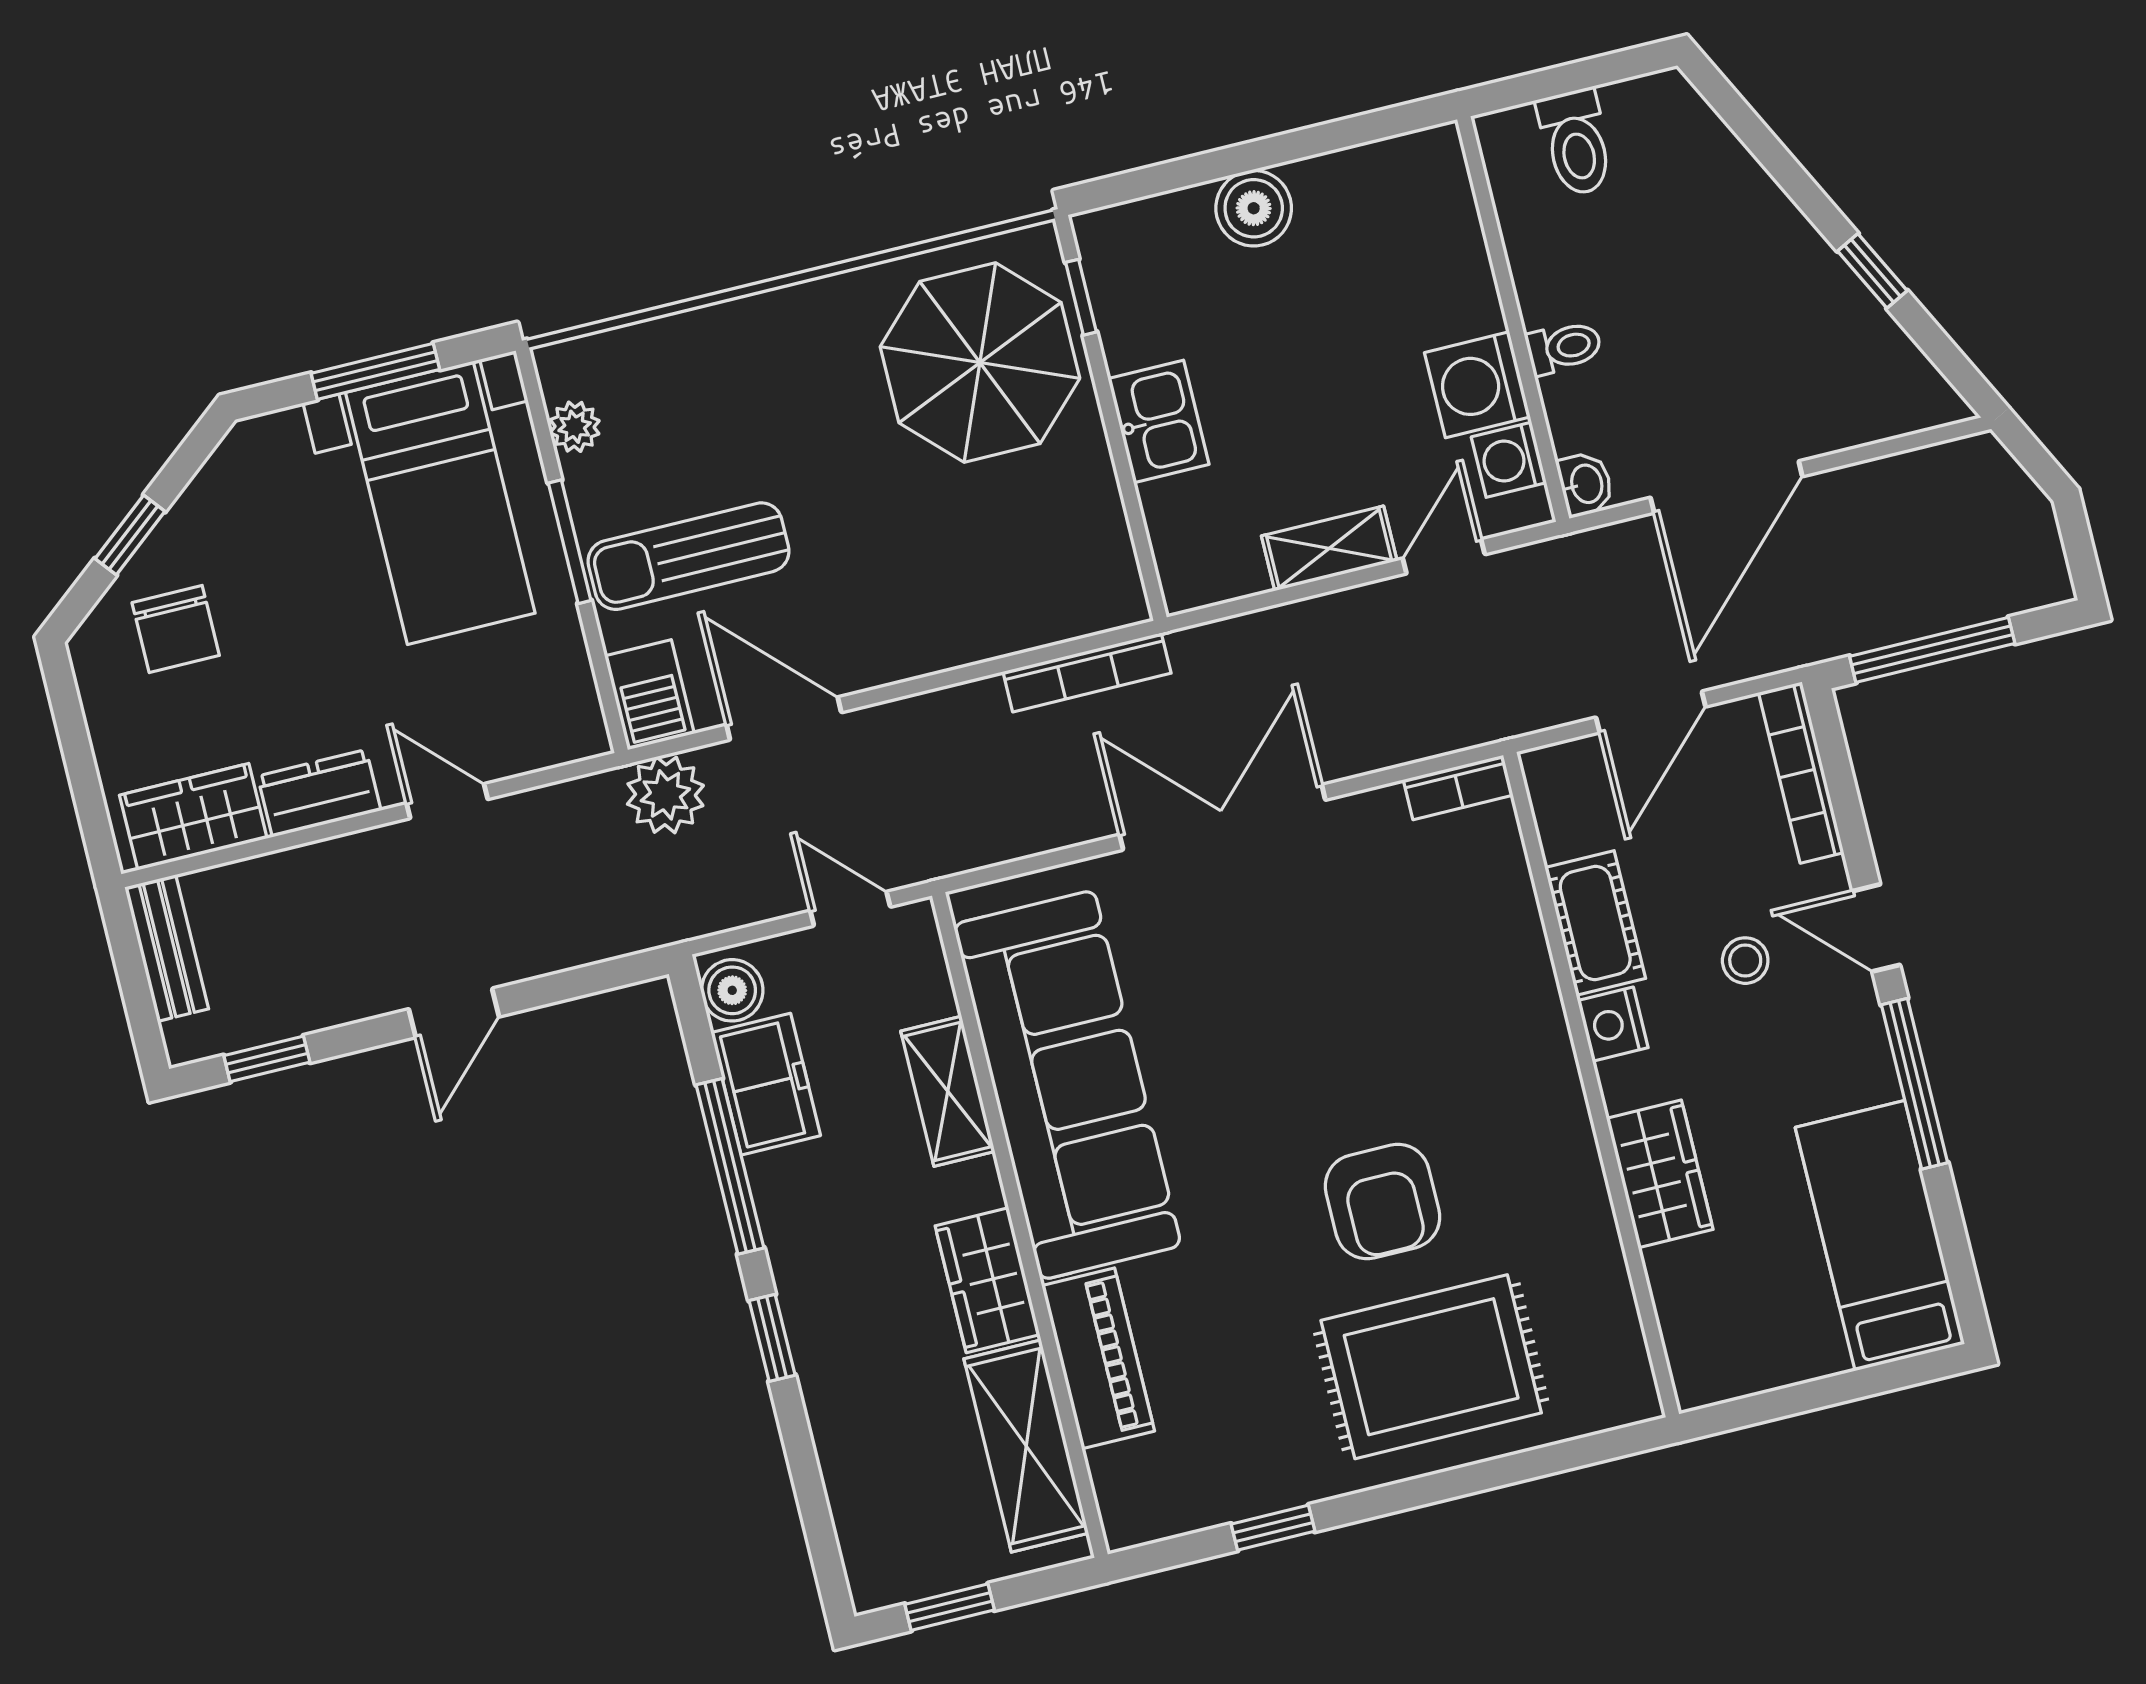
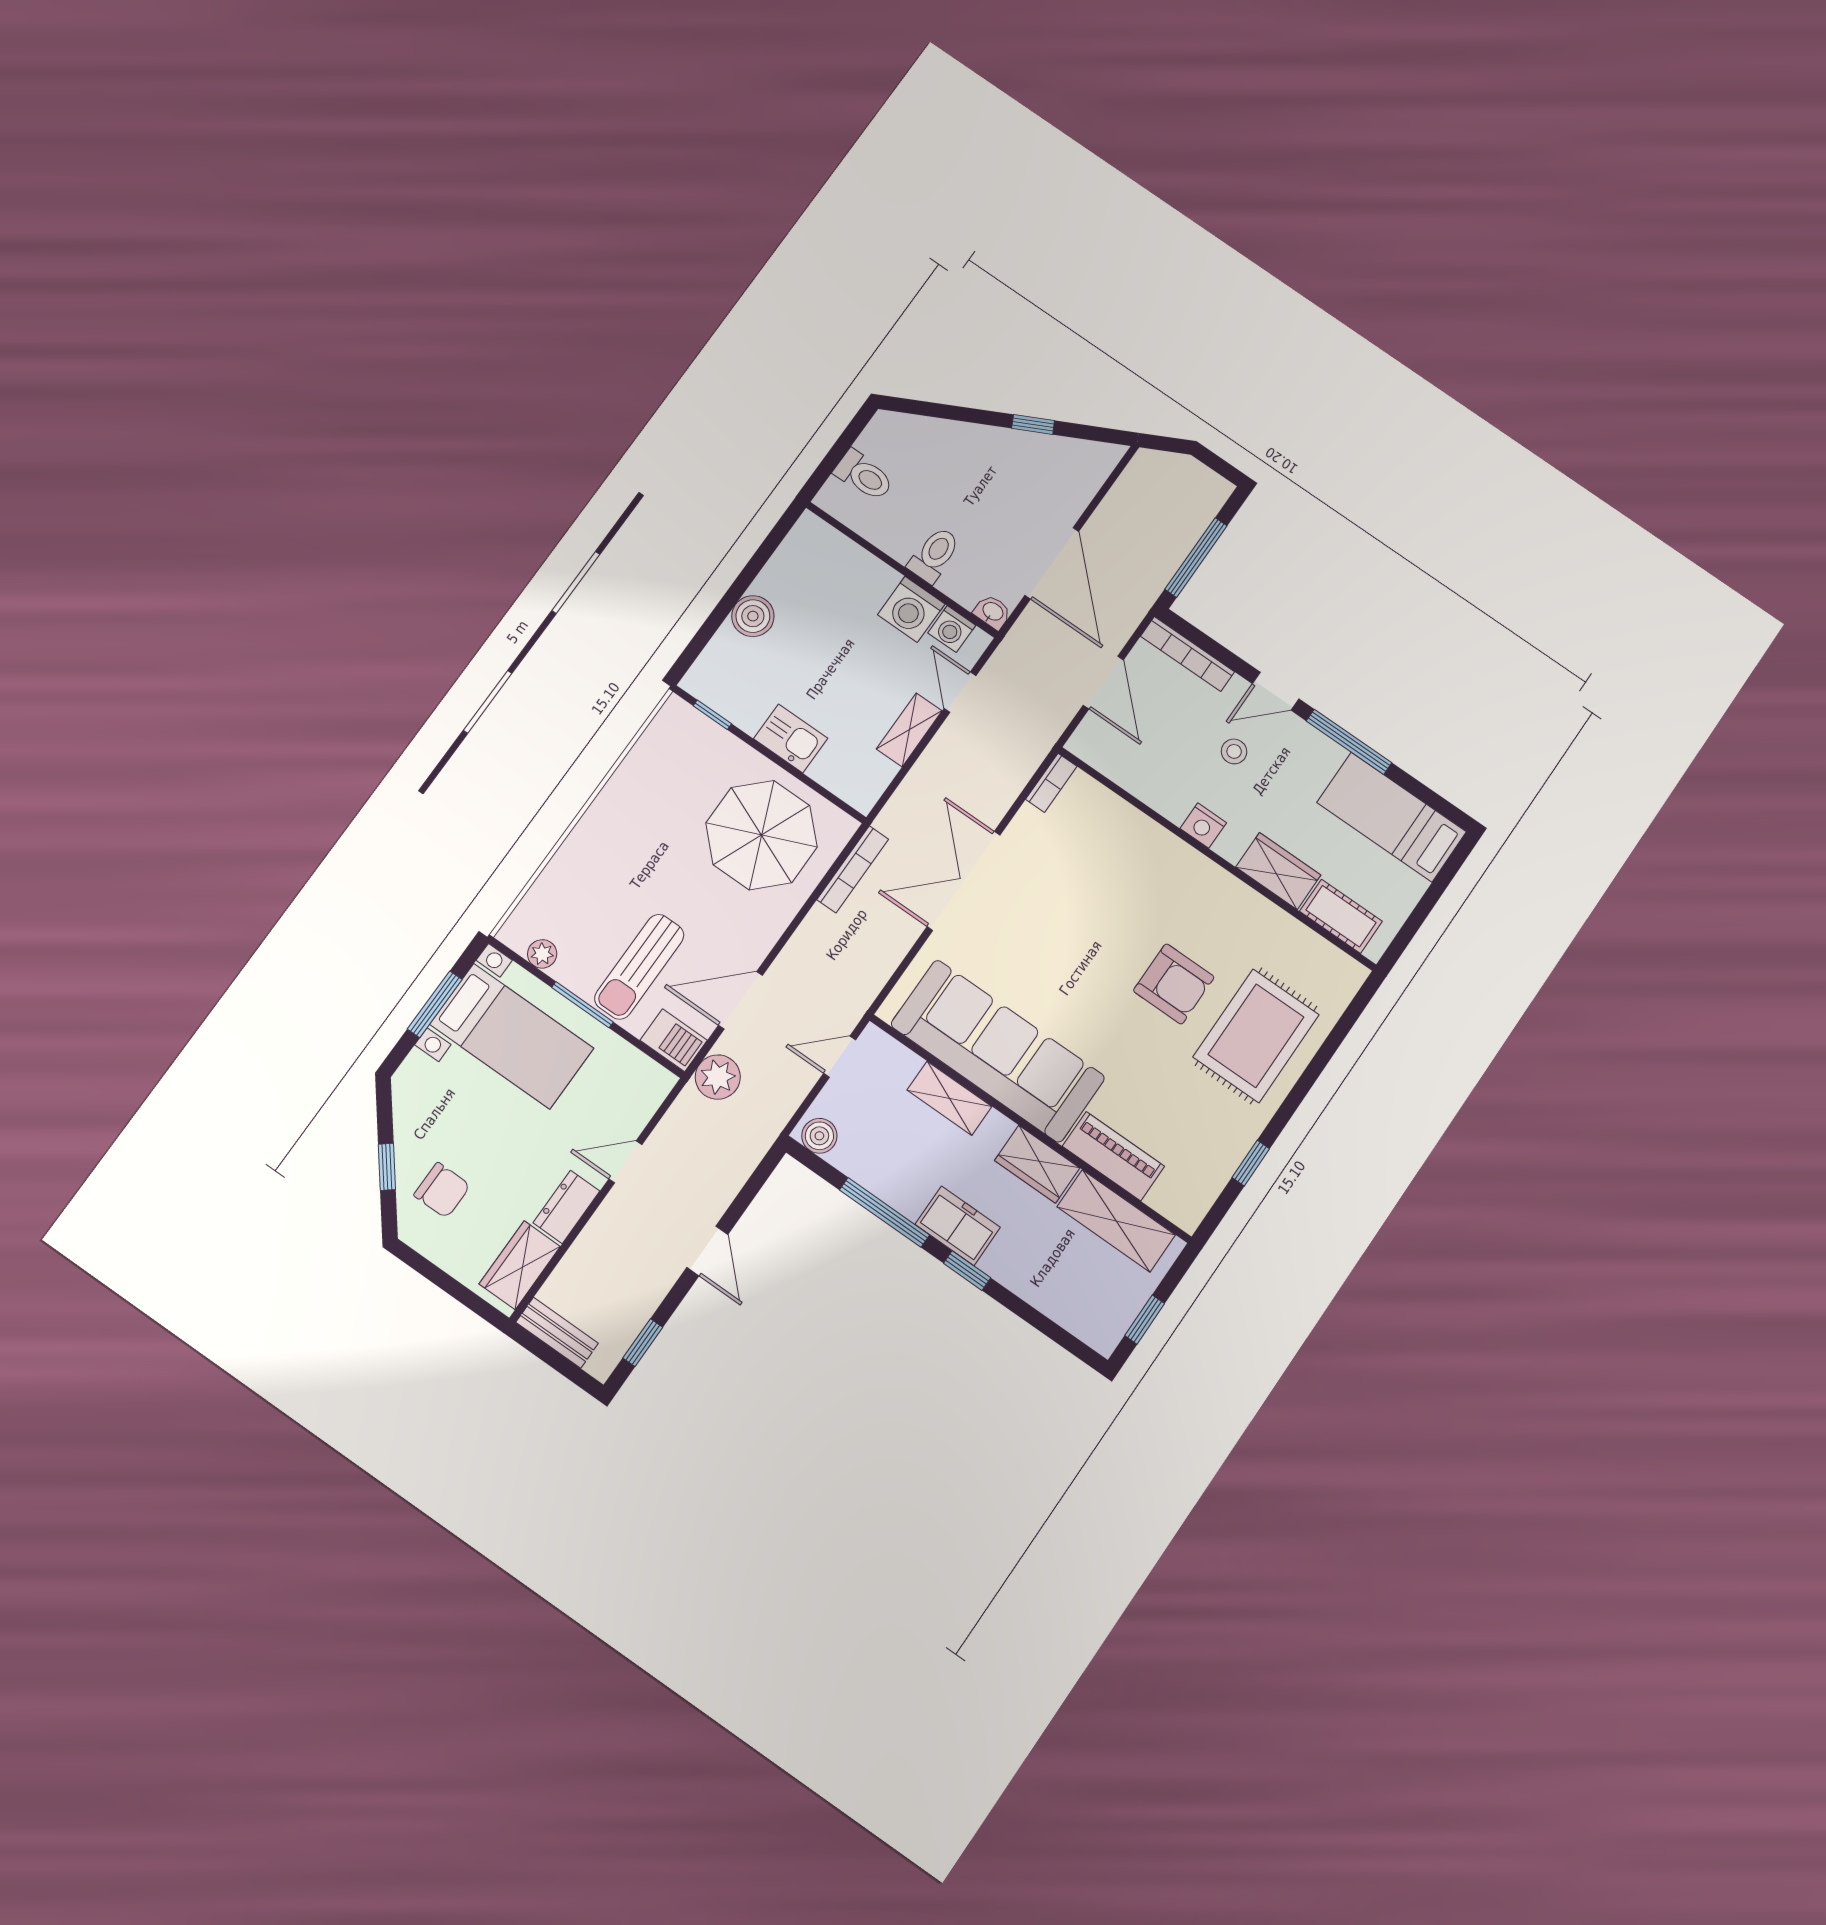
toilet: (1564, 347) -> (934, 555), width x1.37, depth x1.39
parasol: (980, 363) -> (761, 835), moved
cot: (1595, 923) -> (1341, 916), moved
freezer: (766, 1084) -> (958, 1226), moved

